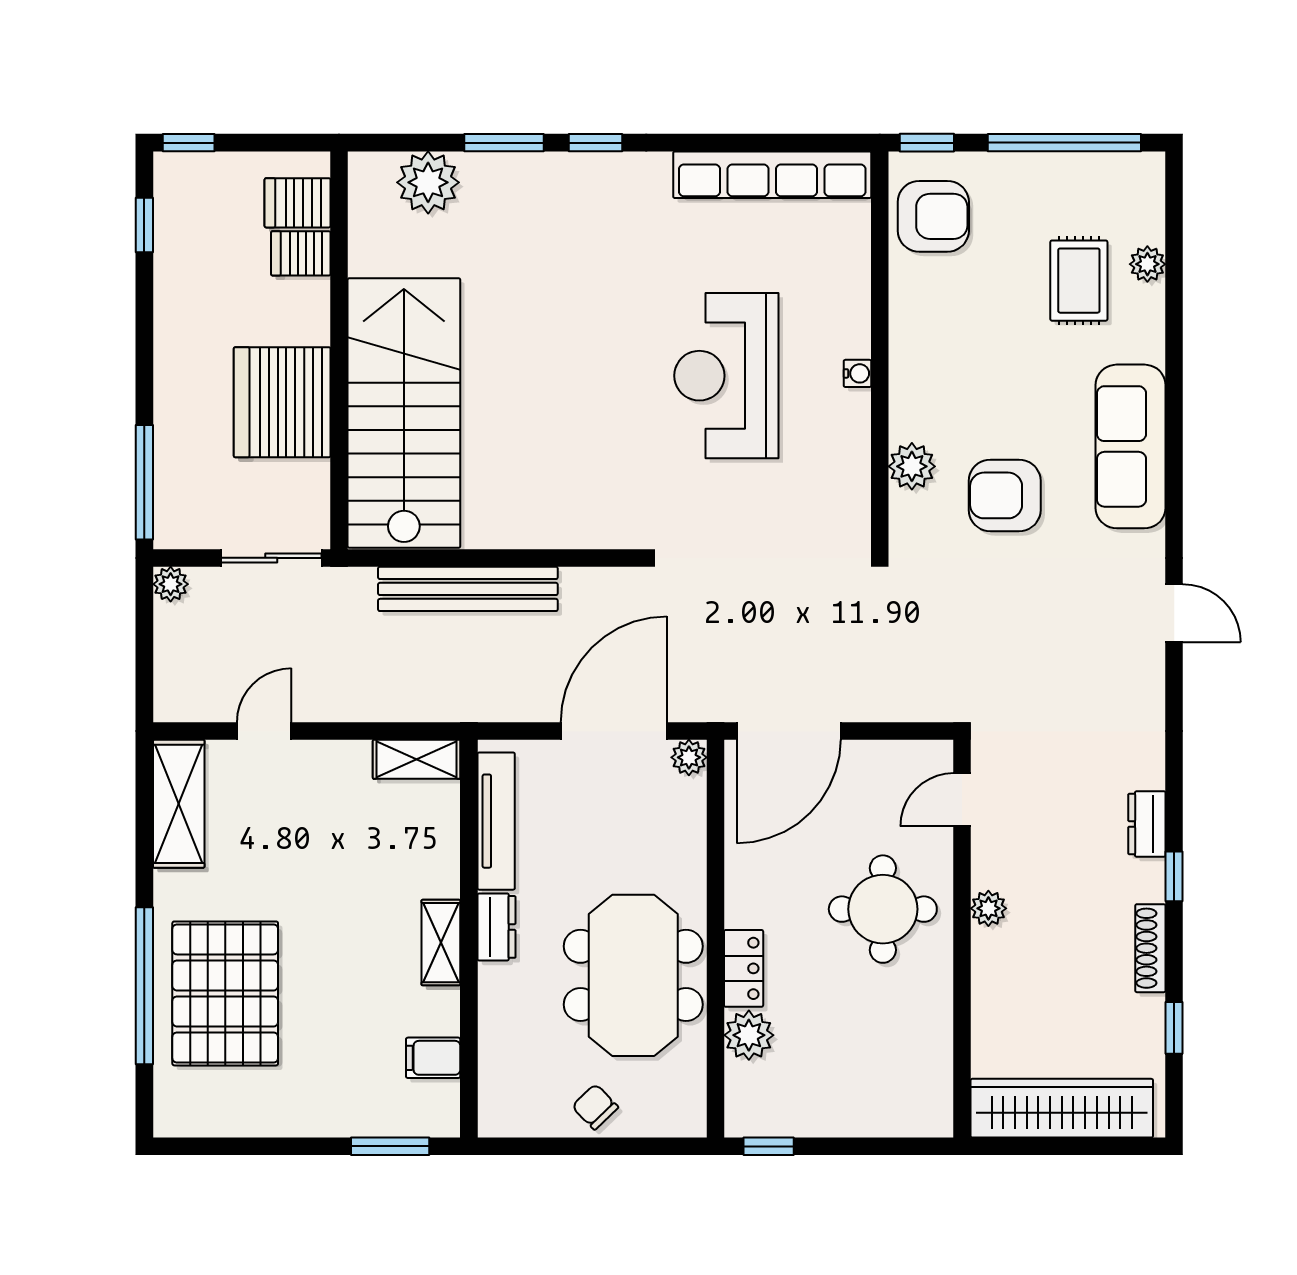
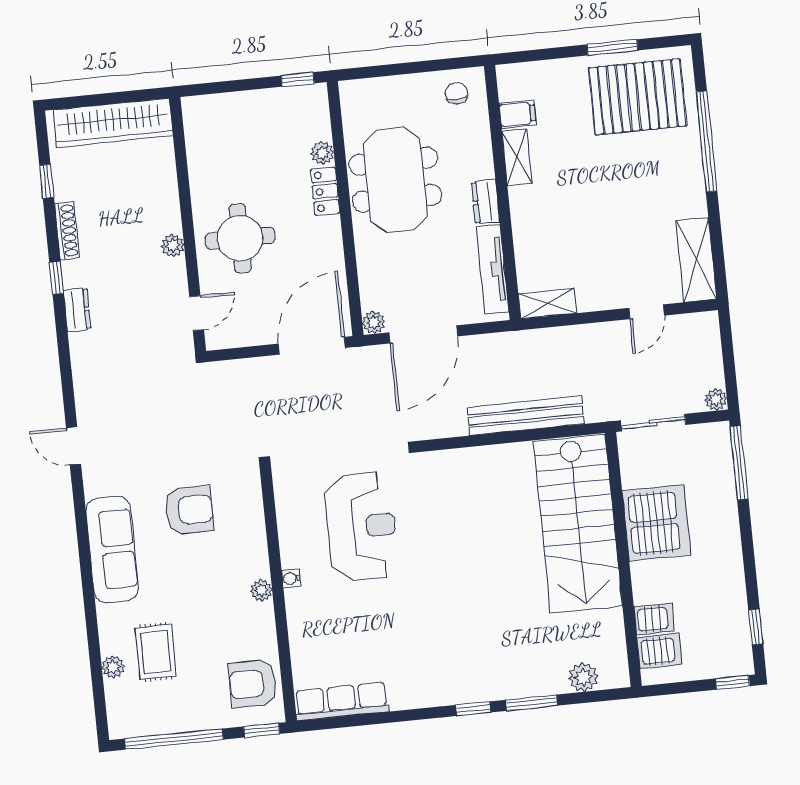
row of seats: (772, 175) -> (341, 701), width x0.73
plant: (428, 182) -> (583, 677), width x0.73, depth x0.73
reception desk: (726, 376) -> (361, 527), moved
plant: (912, 466) -> (261, 590), moved, width x0.73, depth x0.73
shelving: (441, 943) -> (517, 157), moved
pallet: (225, 993) -> (638, 97), moved, turned 90
plant: (749, 1035) -> (322, 153), width x0.73, depth x0.73
chair: (595, 1107) -> (456, 93), moved, turned -136
window: (390, 1146) -> (612, 47), moved

